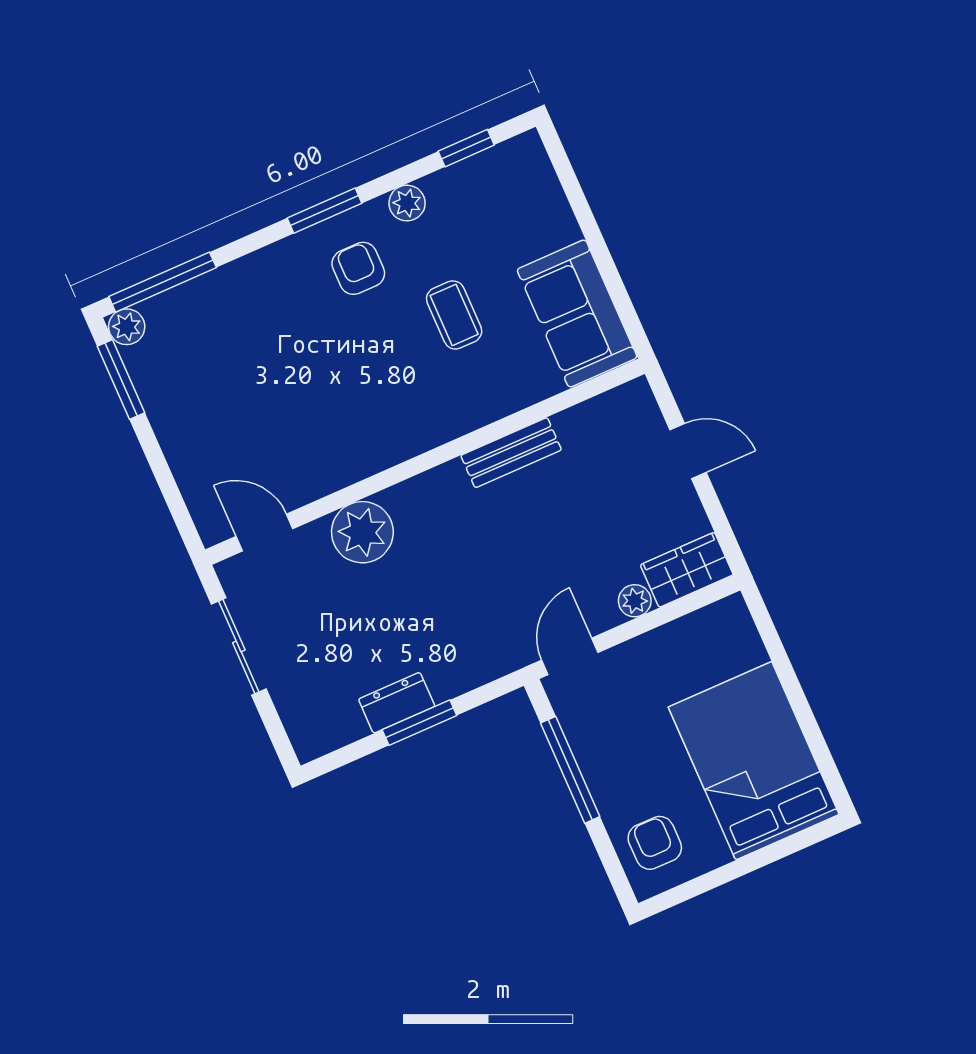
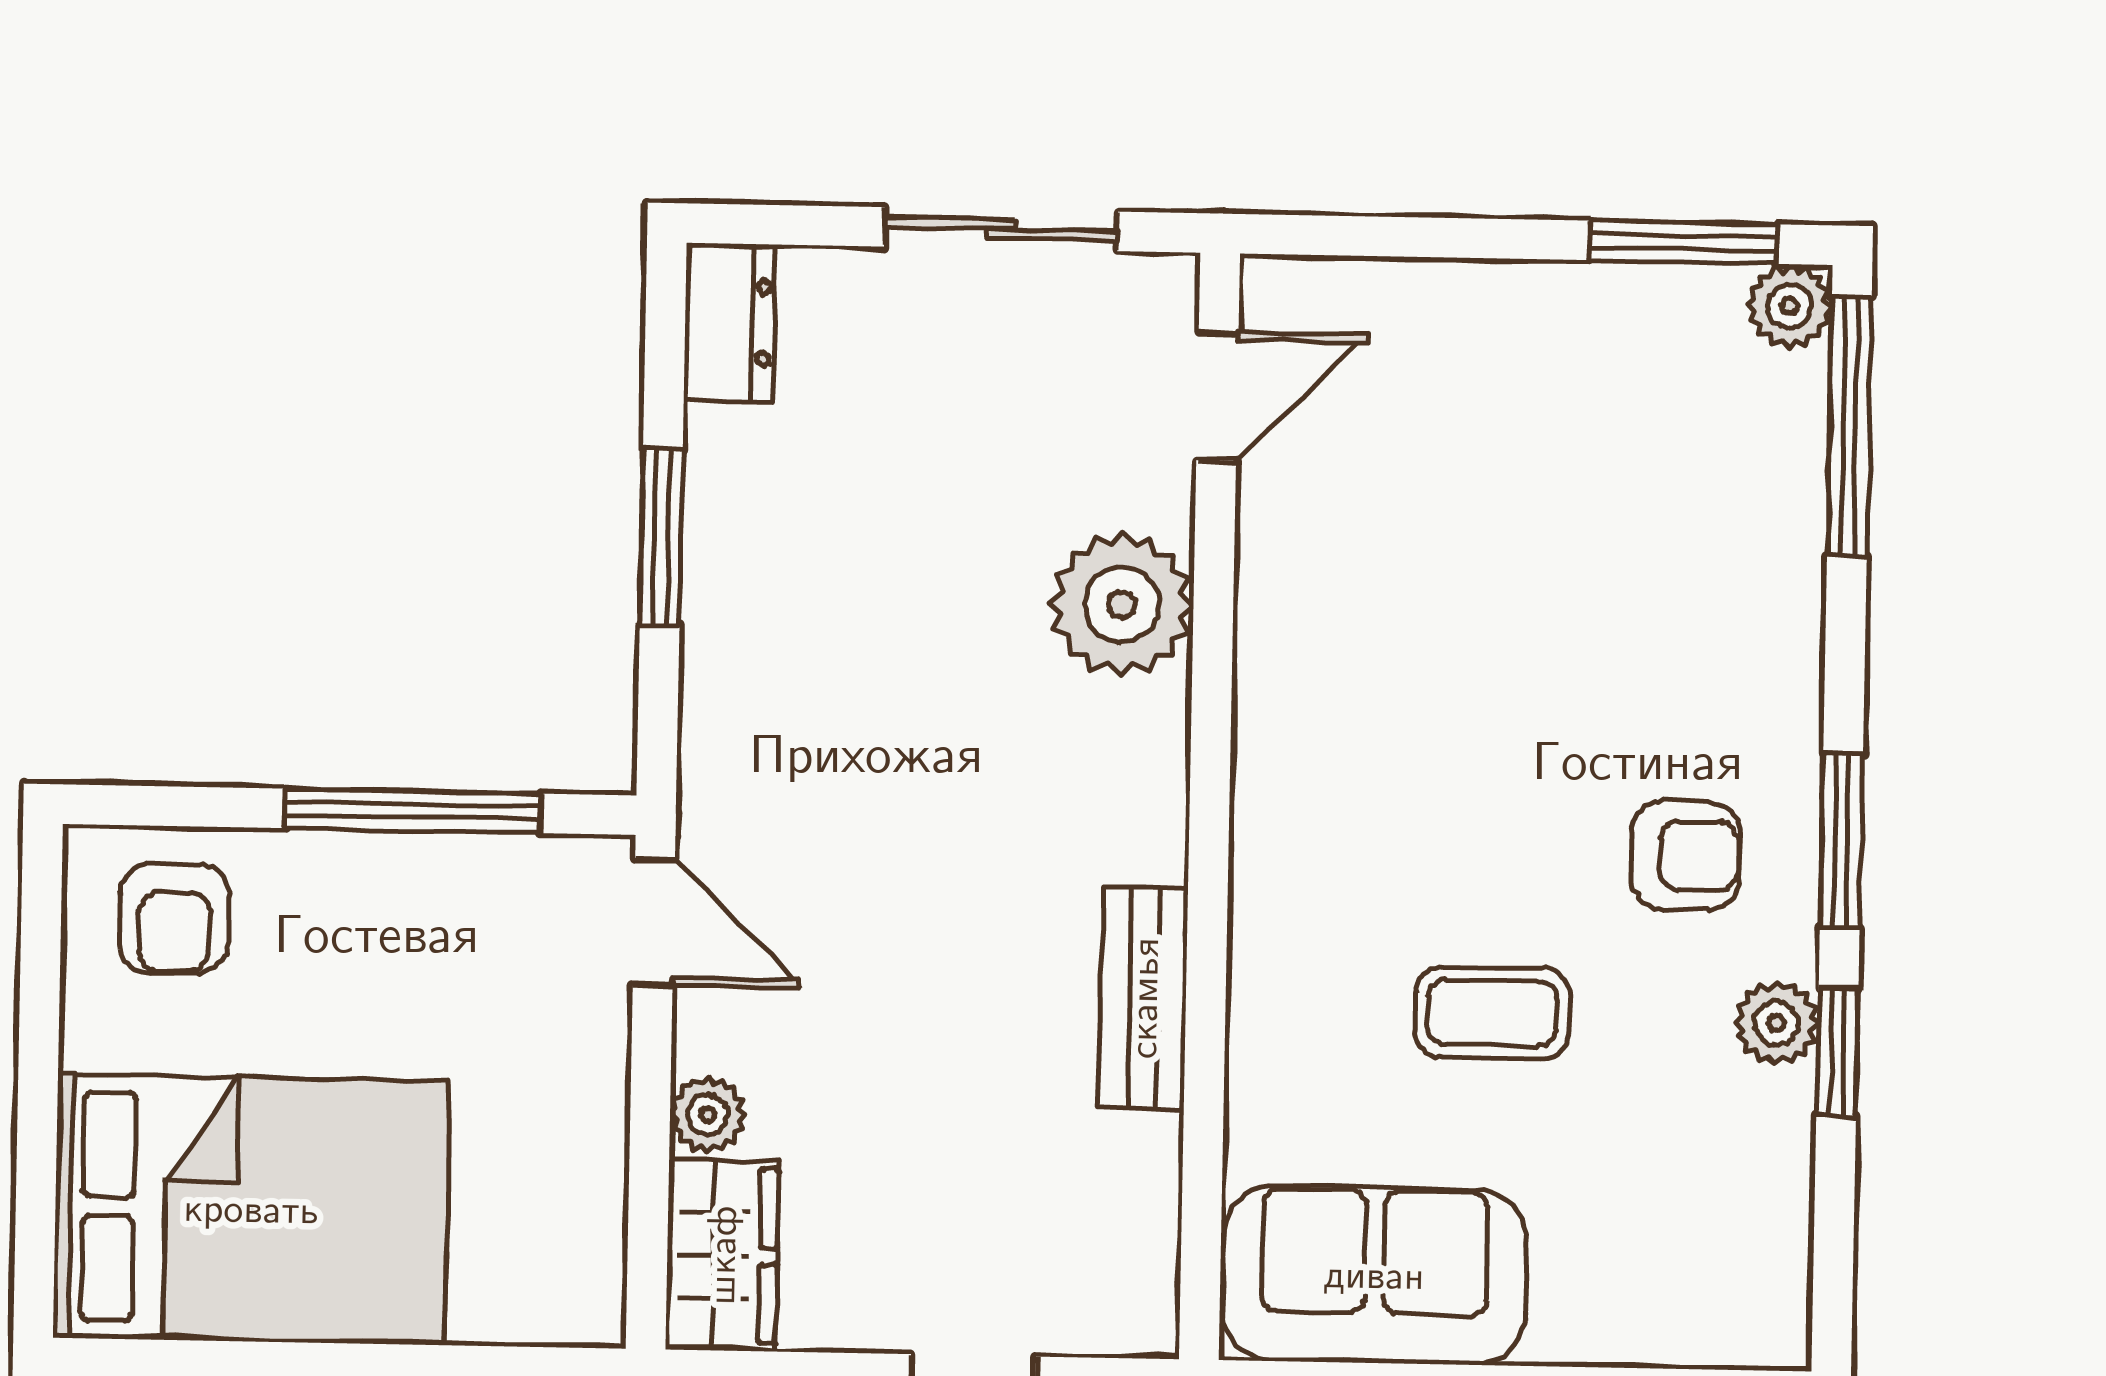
window: (466, 148) -> (1837, 1052), moved
dresser: (397, 703) -> (729, 322), moved
armchair: (655, 843) -> (174, 919), turned 90

